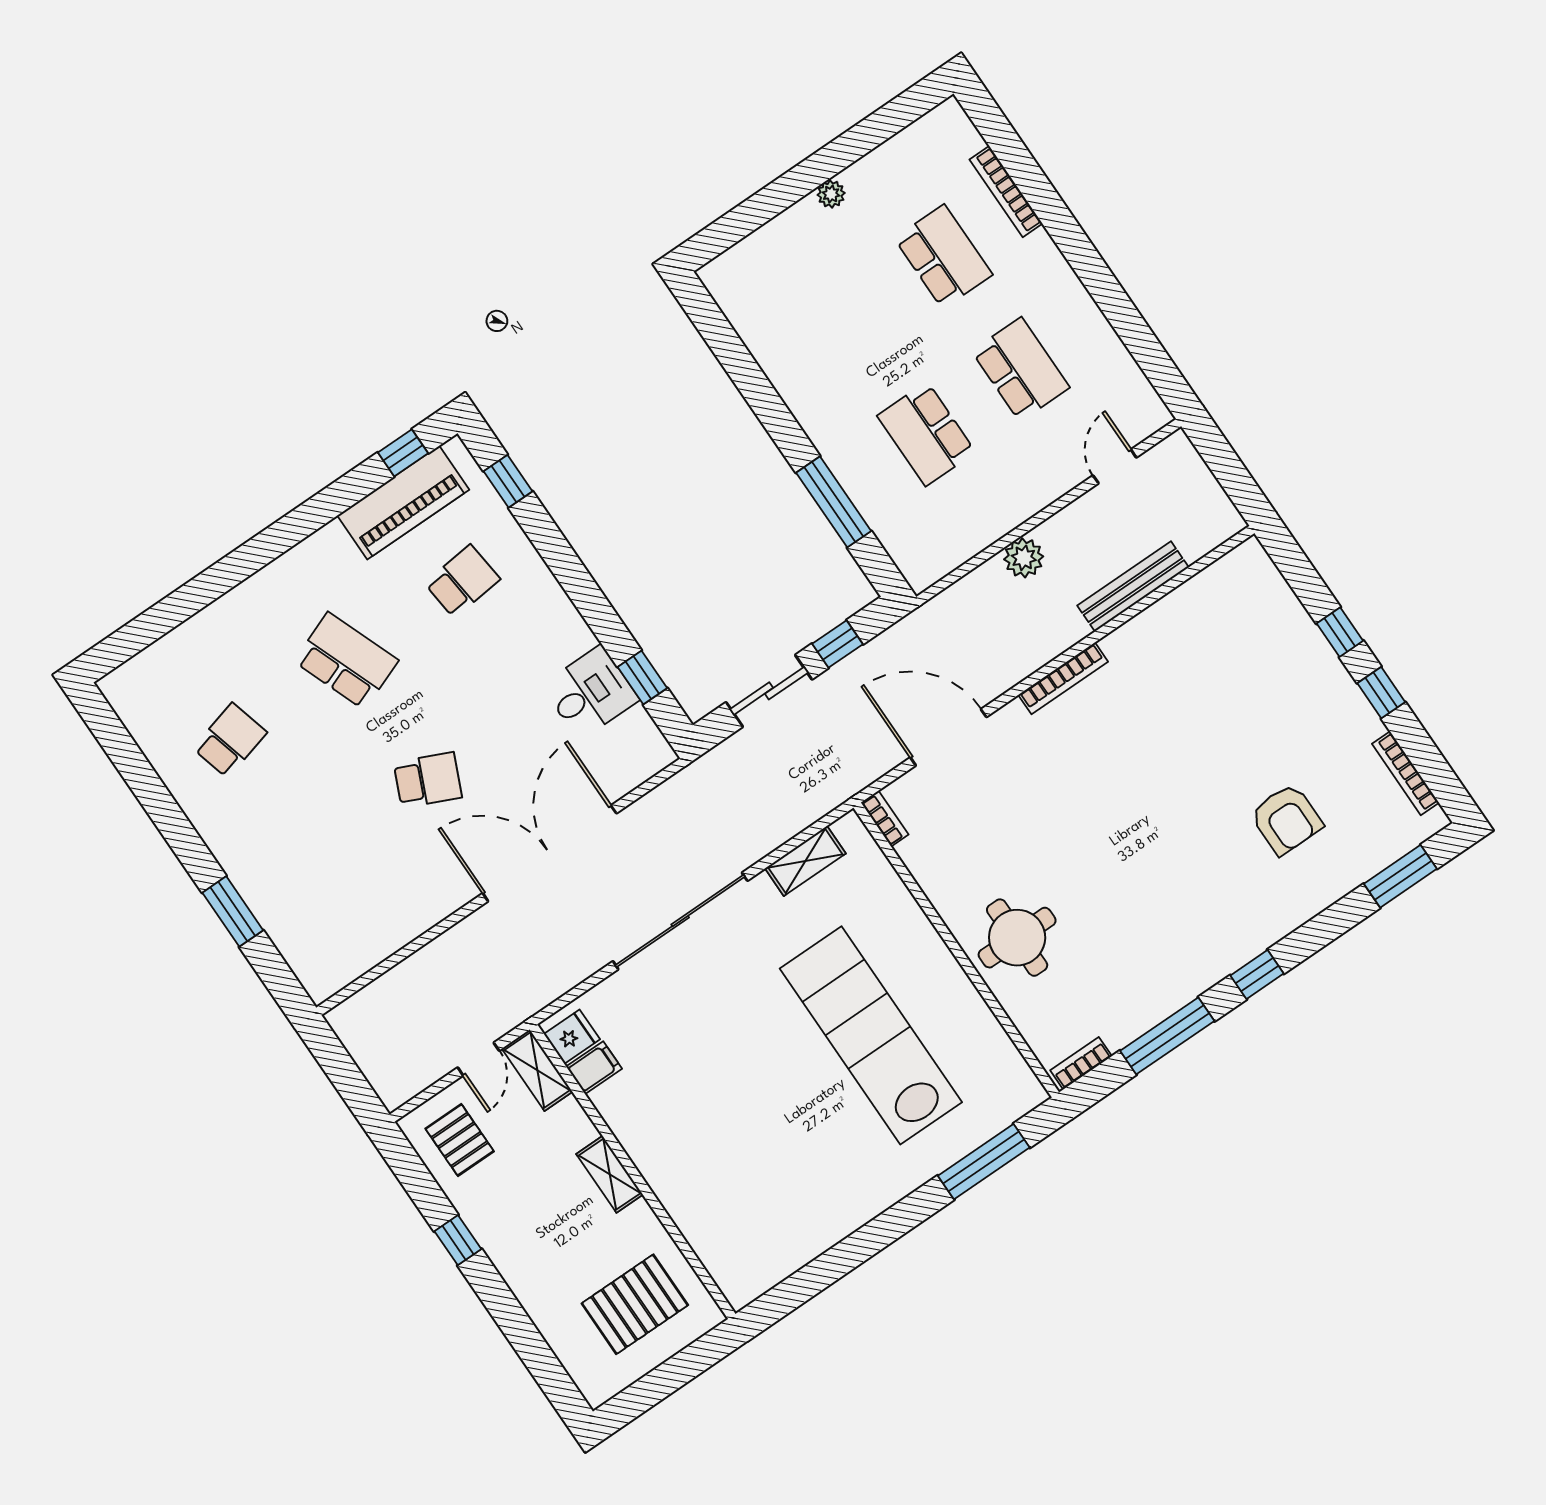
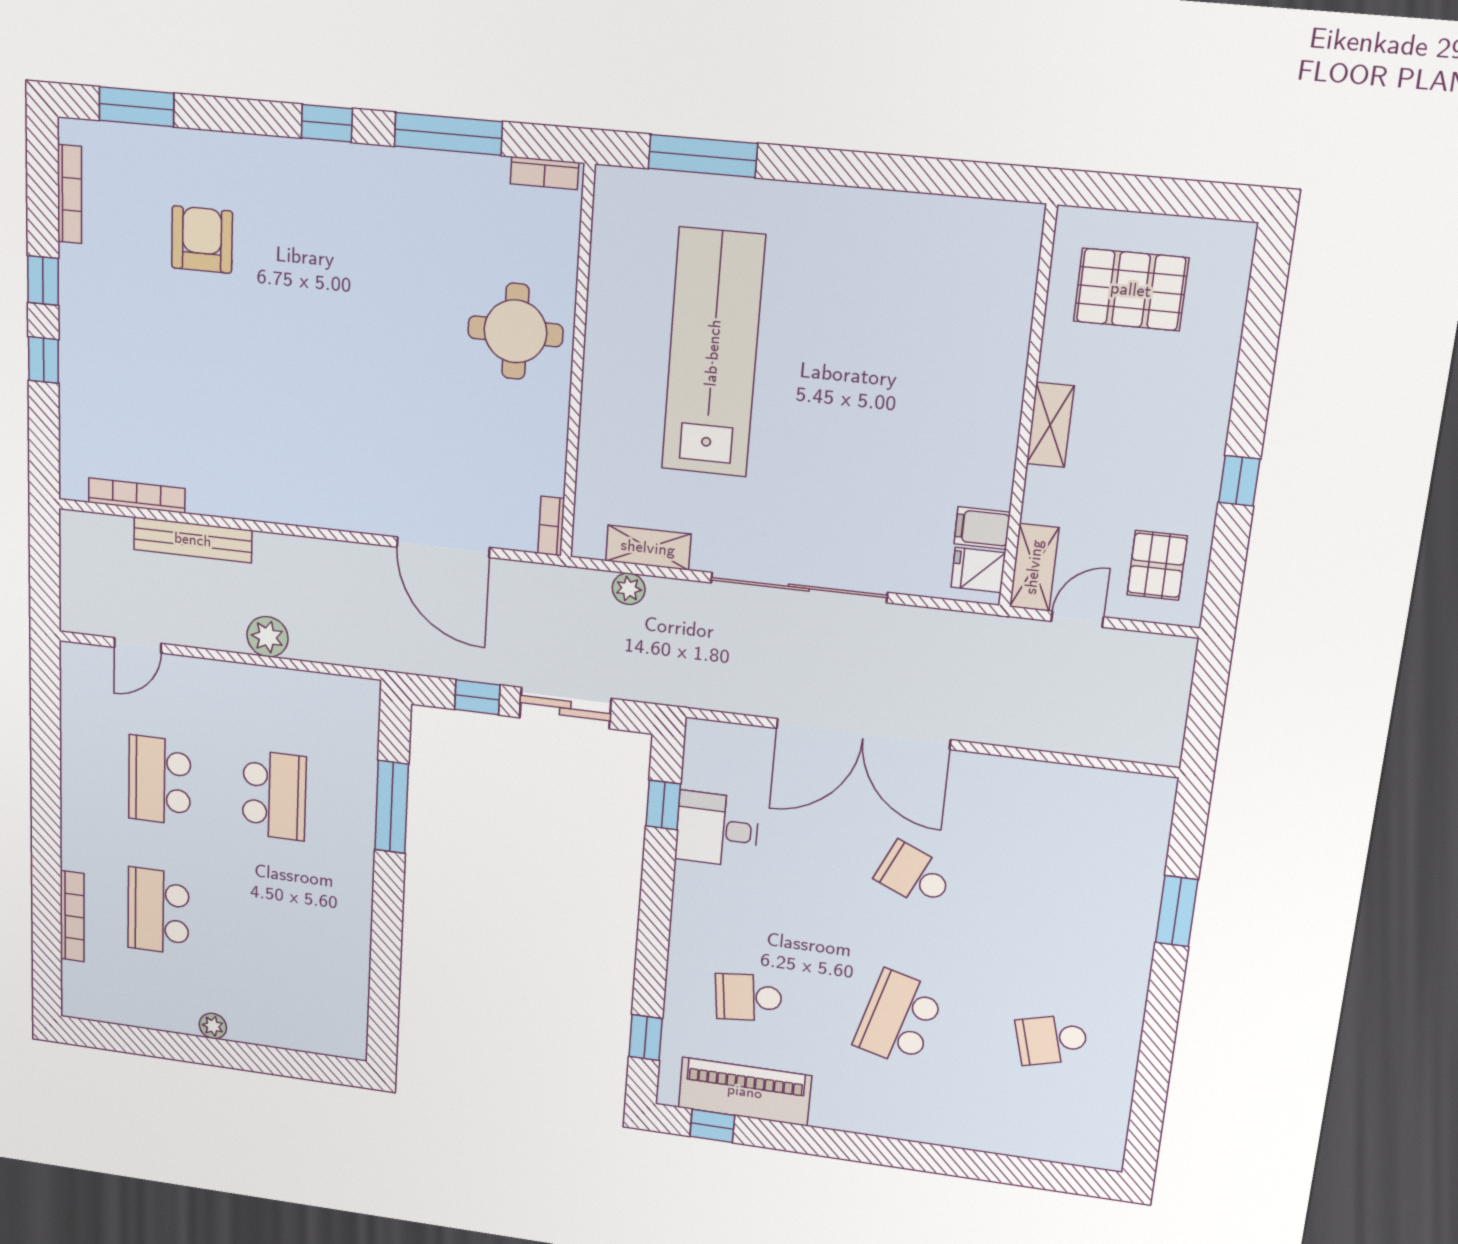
school desk: (346, 661) -> (899, 1018), turned 36
bookcase: (1063, 678) -> (137, 495), moved
plant: (795, 819) -> (629, 589), added
lab bench: (871, 1035) -> (713, 353), turned 180

